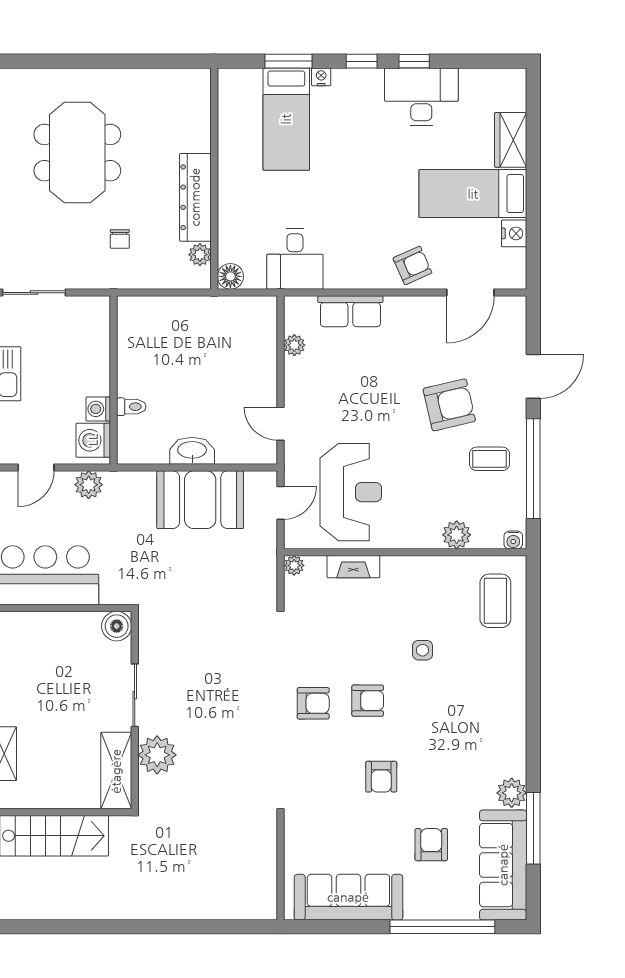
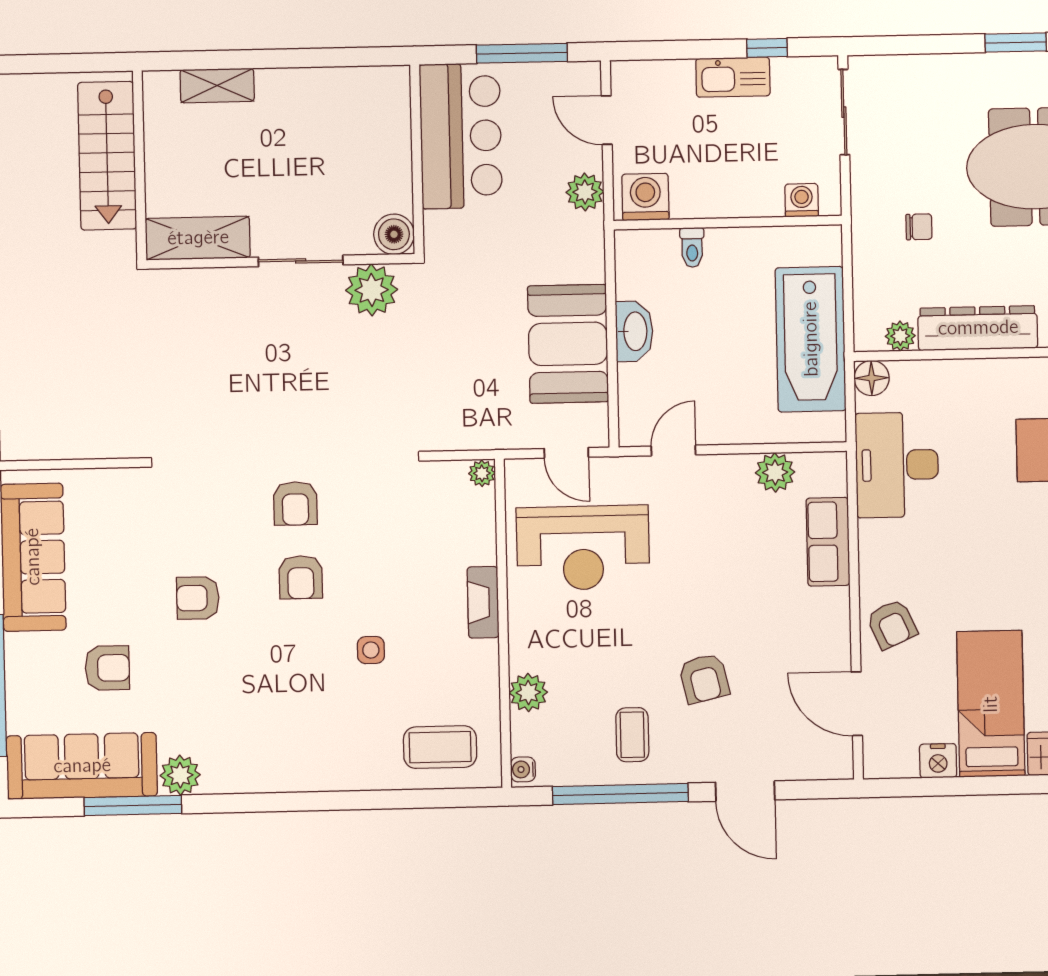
chair: (120, 239) -> (919, 227), turned 180
desk: (295, 259) -> (897, 465), width x1.37
bathtub: (201, 321) -> (811, 339), added
plant: (294, 345) -> (775, 472), width x1.38, depth x1.38
armchair: (449, 405) -> (704, 678), width x0.72, depth x0.72
washing machine: (98, 409) -> (802, 200), moved
fireplace: (353, 567) -> (483, 602), moved
plant: (157, 755) -> (372, 290), moved

